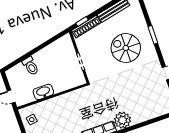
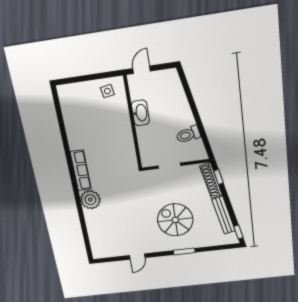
spiral stairs: (126, 48) -> (175, 220), turned -90
toilet: (31, 66) -> (188, 135), moved

